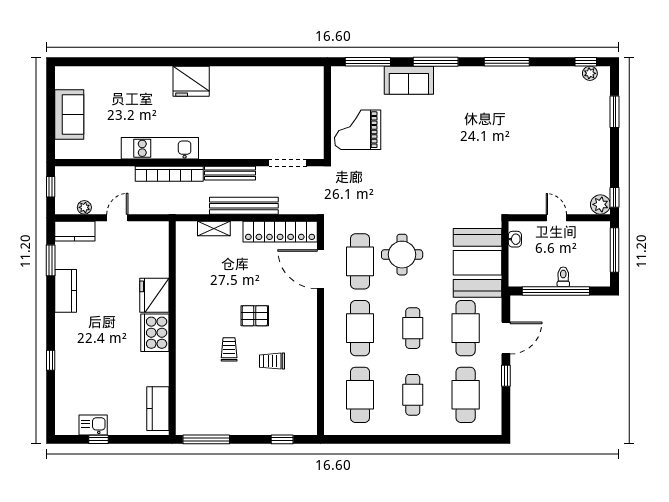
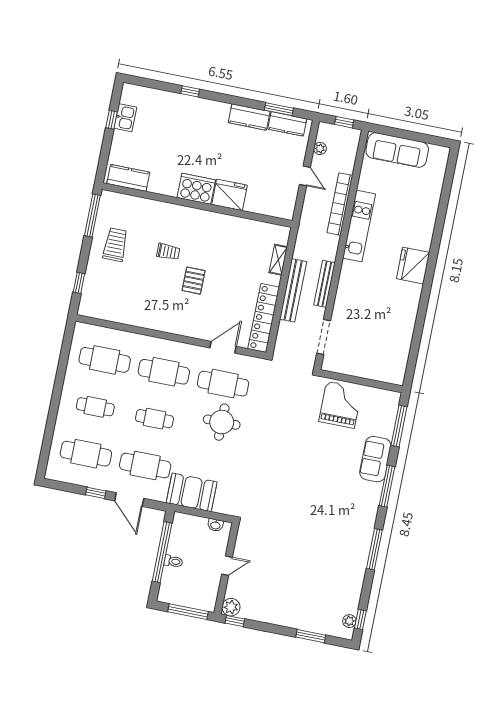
sofa: (69, 114) -> (397, 150), width x1.36
bookcase: (169, 174) -> (340, 204), moved
kitchen counter: (75, 231) -> (287, 124), moved, turned -90
booth: (477, 263) -> (192, 492), width x0.73, depth x0.70
door: (321, 269) -> (223, 347), width x0.73
trolley: (272, 361) -> (115, 245), moved, width x1.36, depth x1.39

